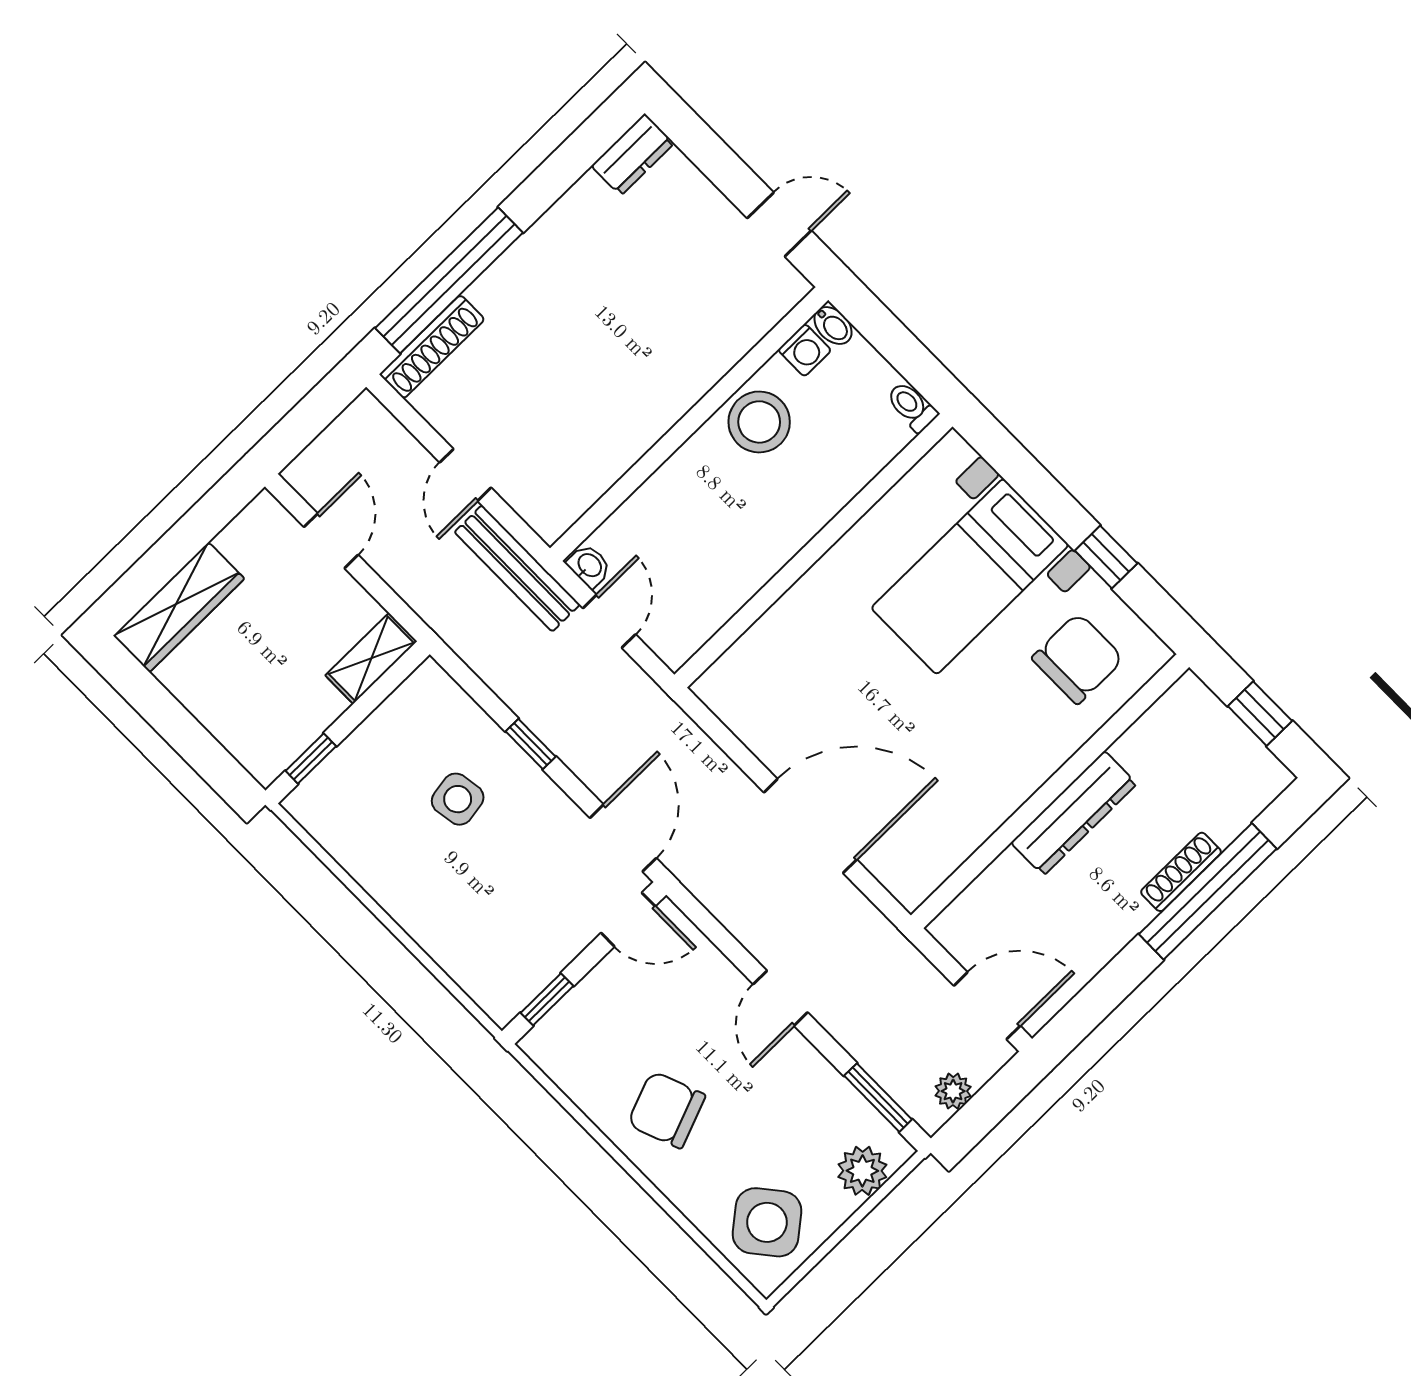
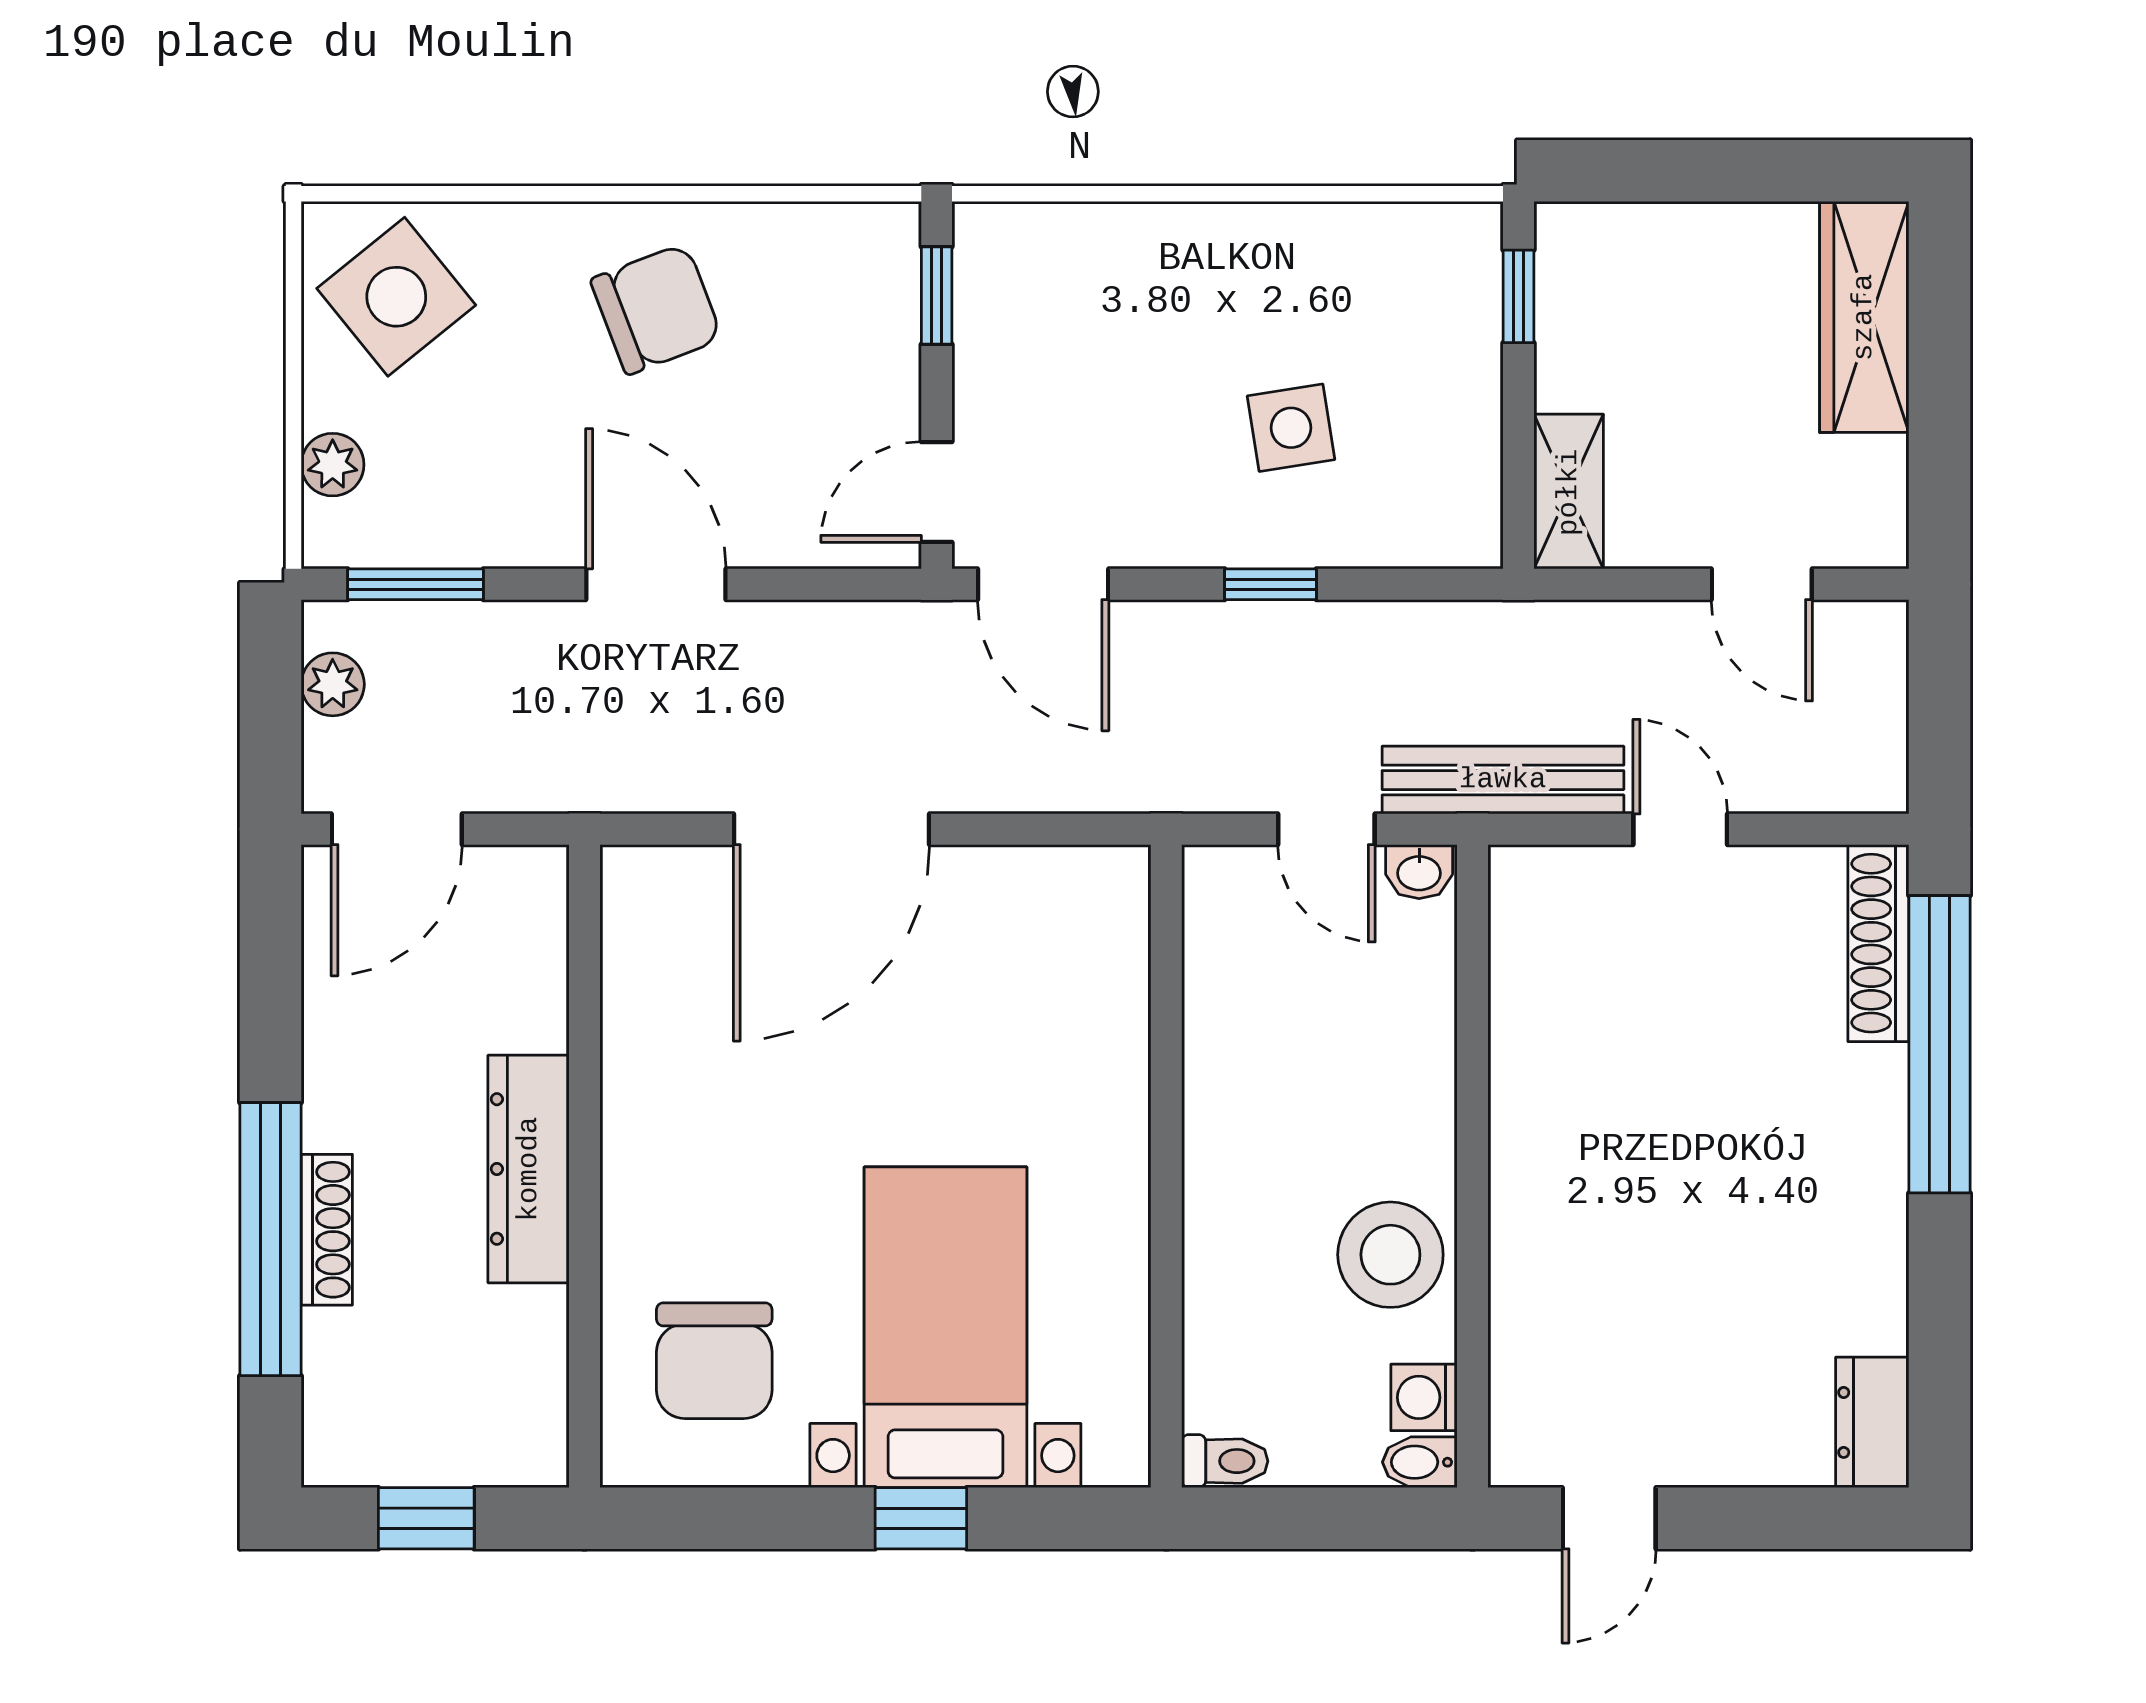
window: (1106, 557) -> (921, 1518), moved
door: (780, 998) -> (656, 584), width x1.38
plant: (862, 1171) -> (333, 465), width x0.73, depth x0.73

